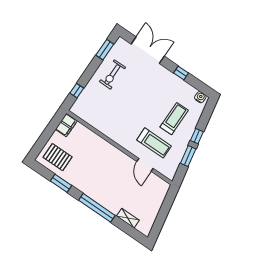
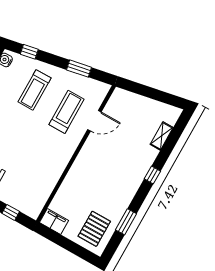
treadmill: (174, 119) -> (35, 90), turned -90
window: (197, 136) -> (29, 52), moved
window: (97, 208) -> (152, 175), width x0.32

